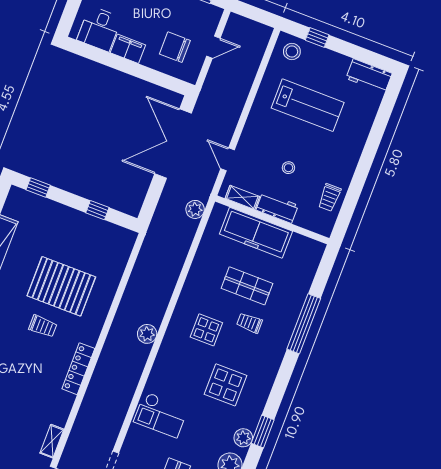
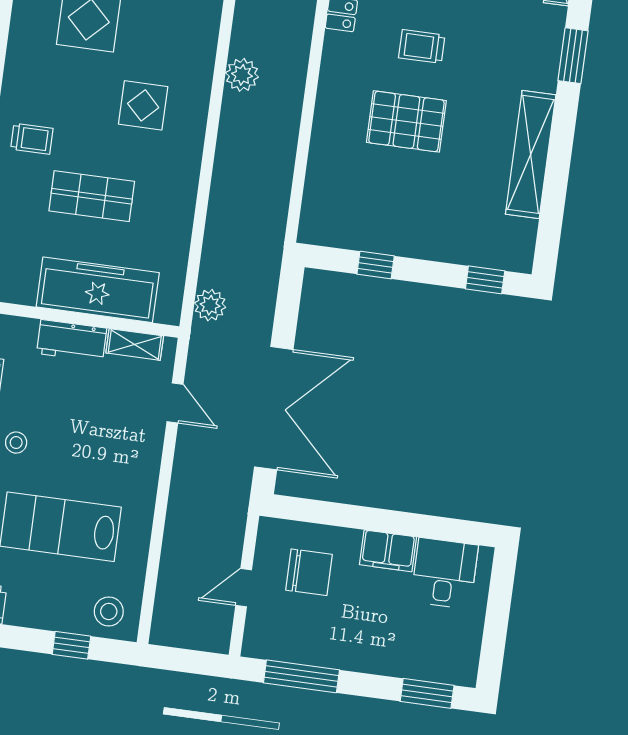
stool: (288, 168) -> (16, 443), moved
pallet: (61, 286) -> (406, 121), width x0.73, depth x0.71
trolley: (249, 323) -> (32, 139), moved

